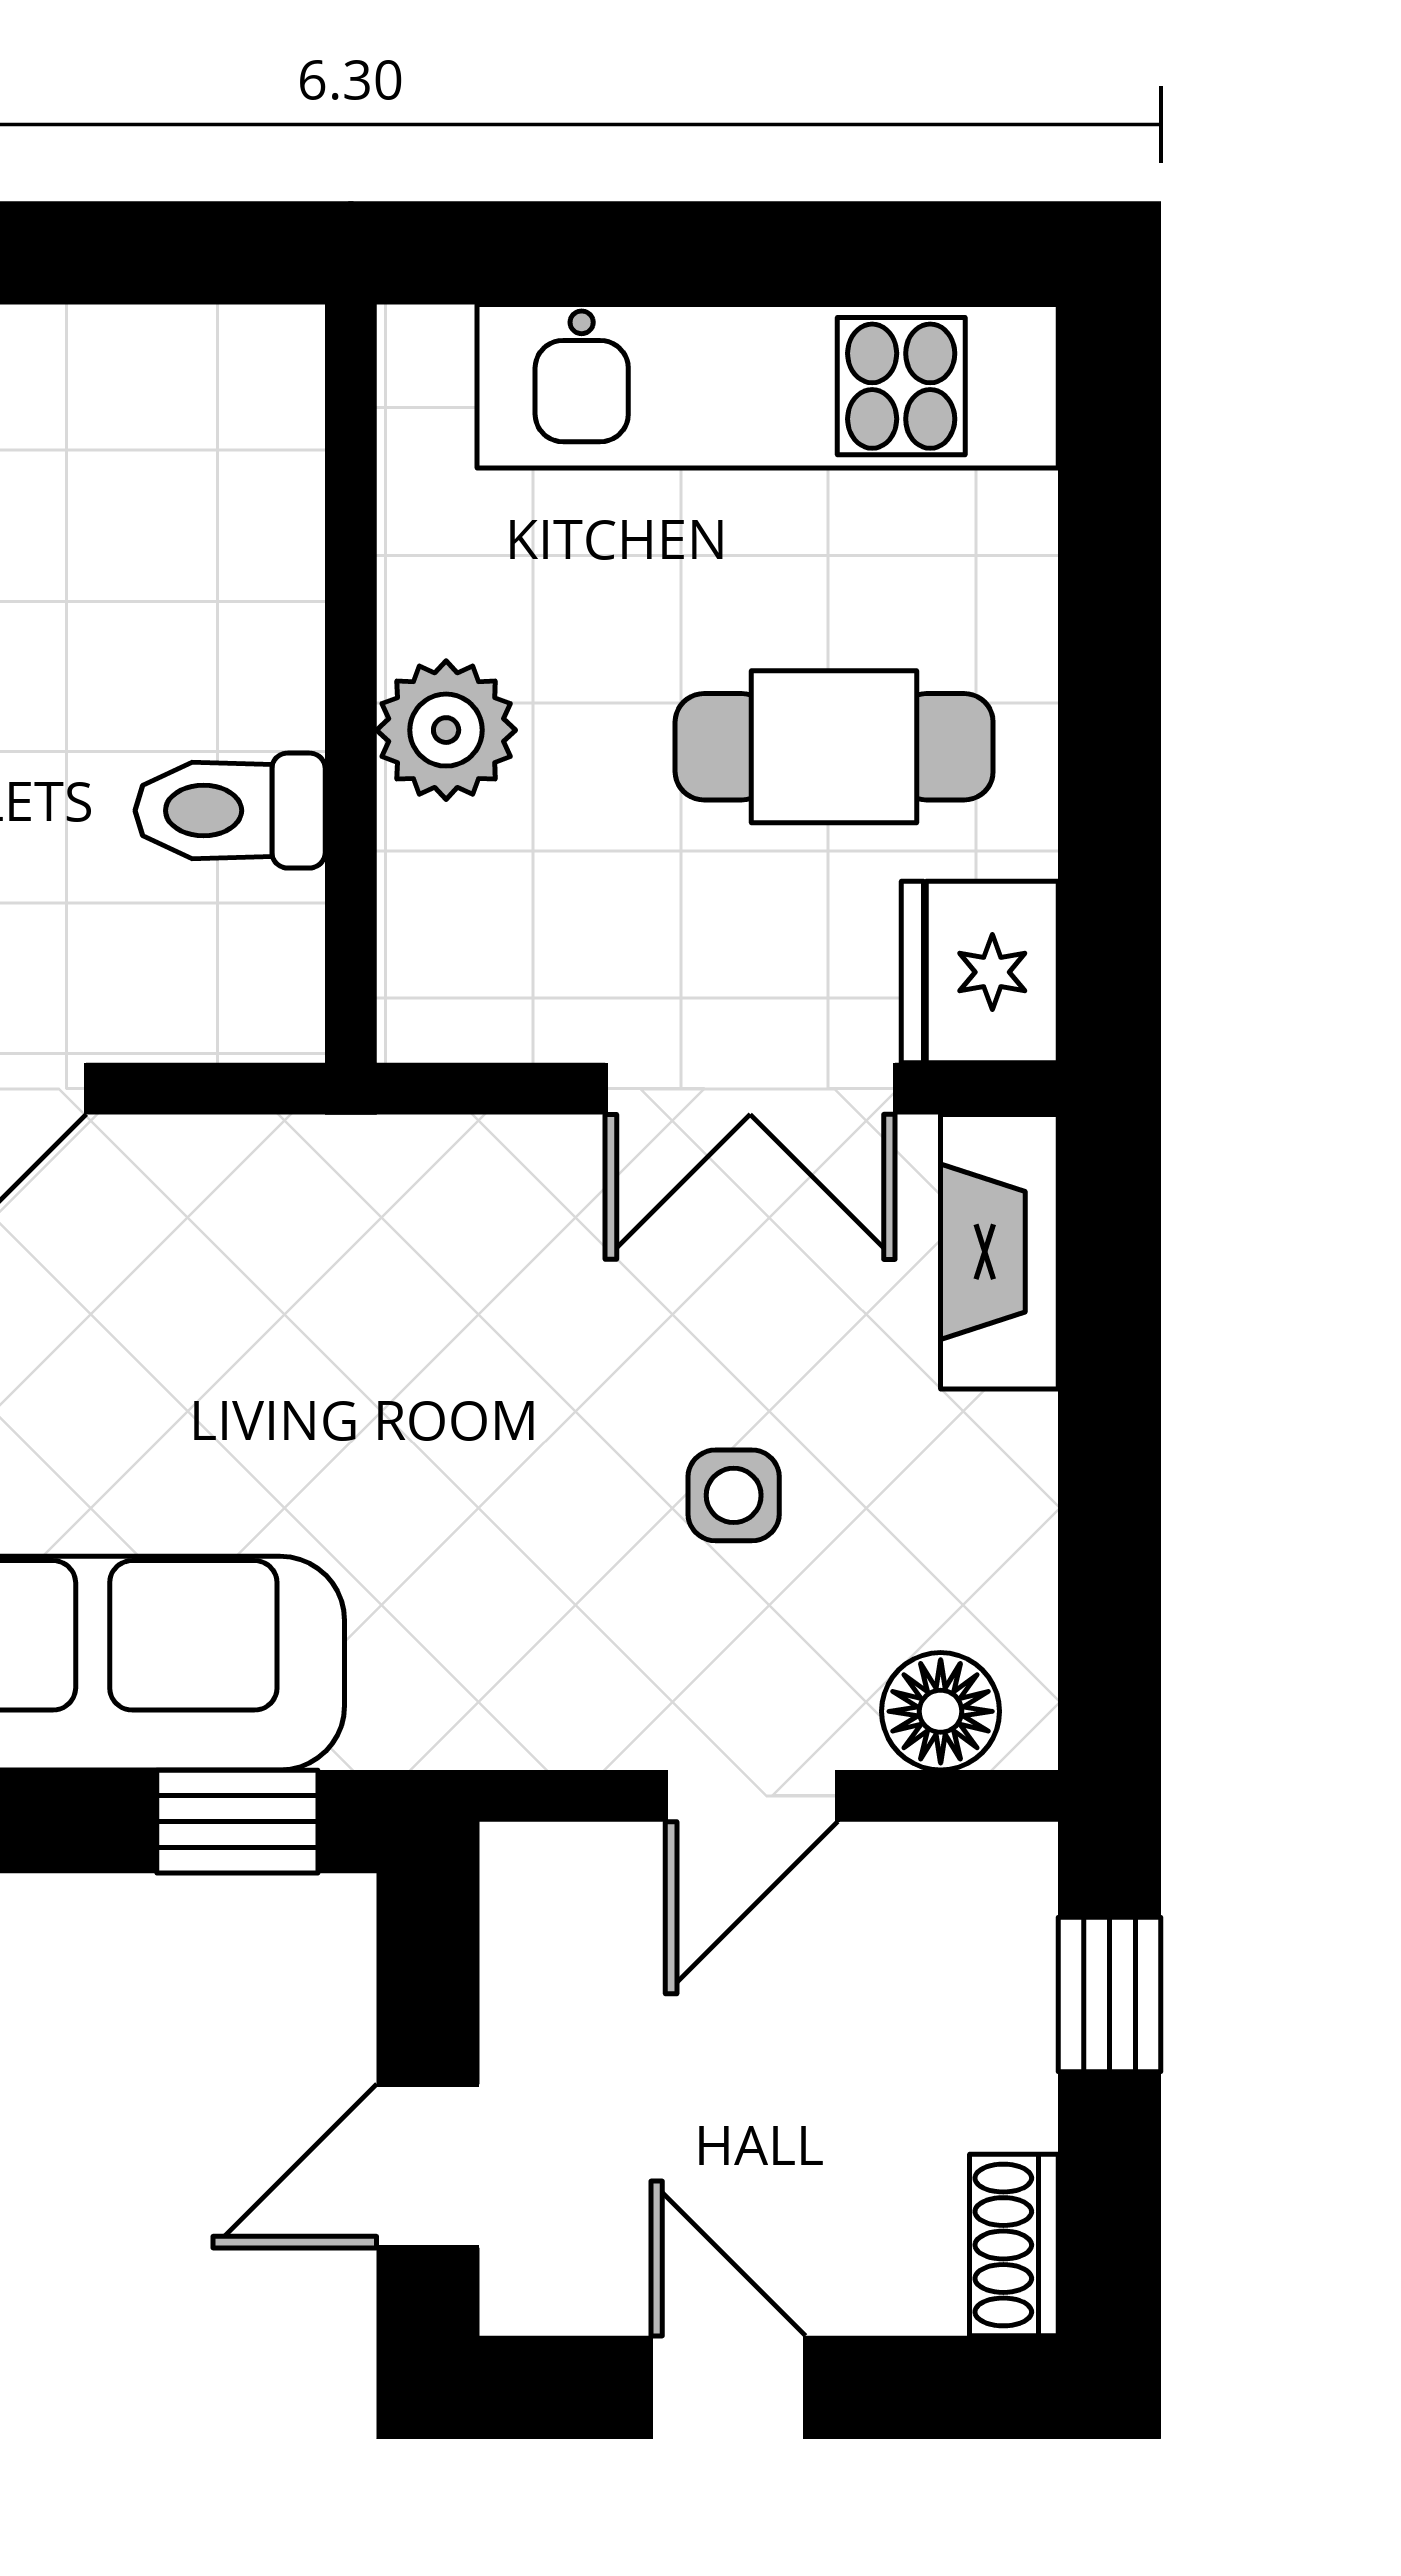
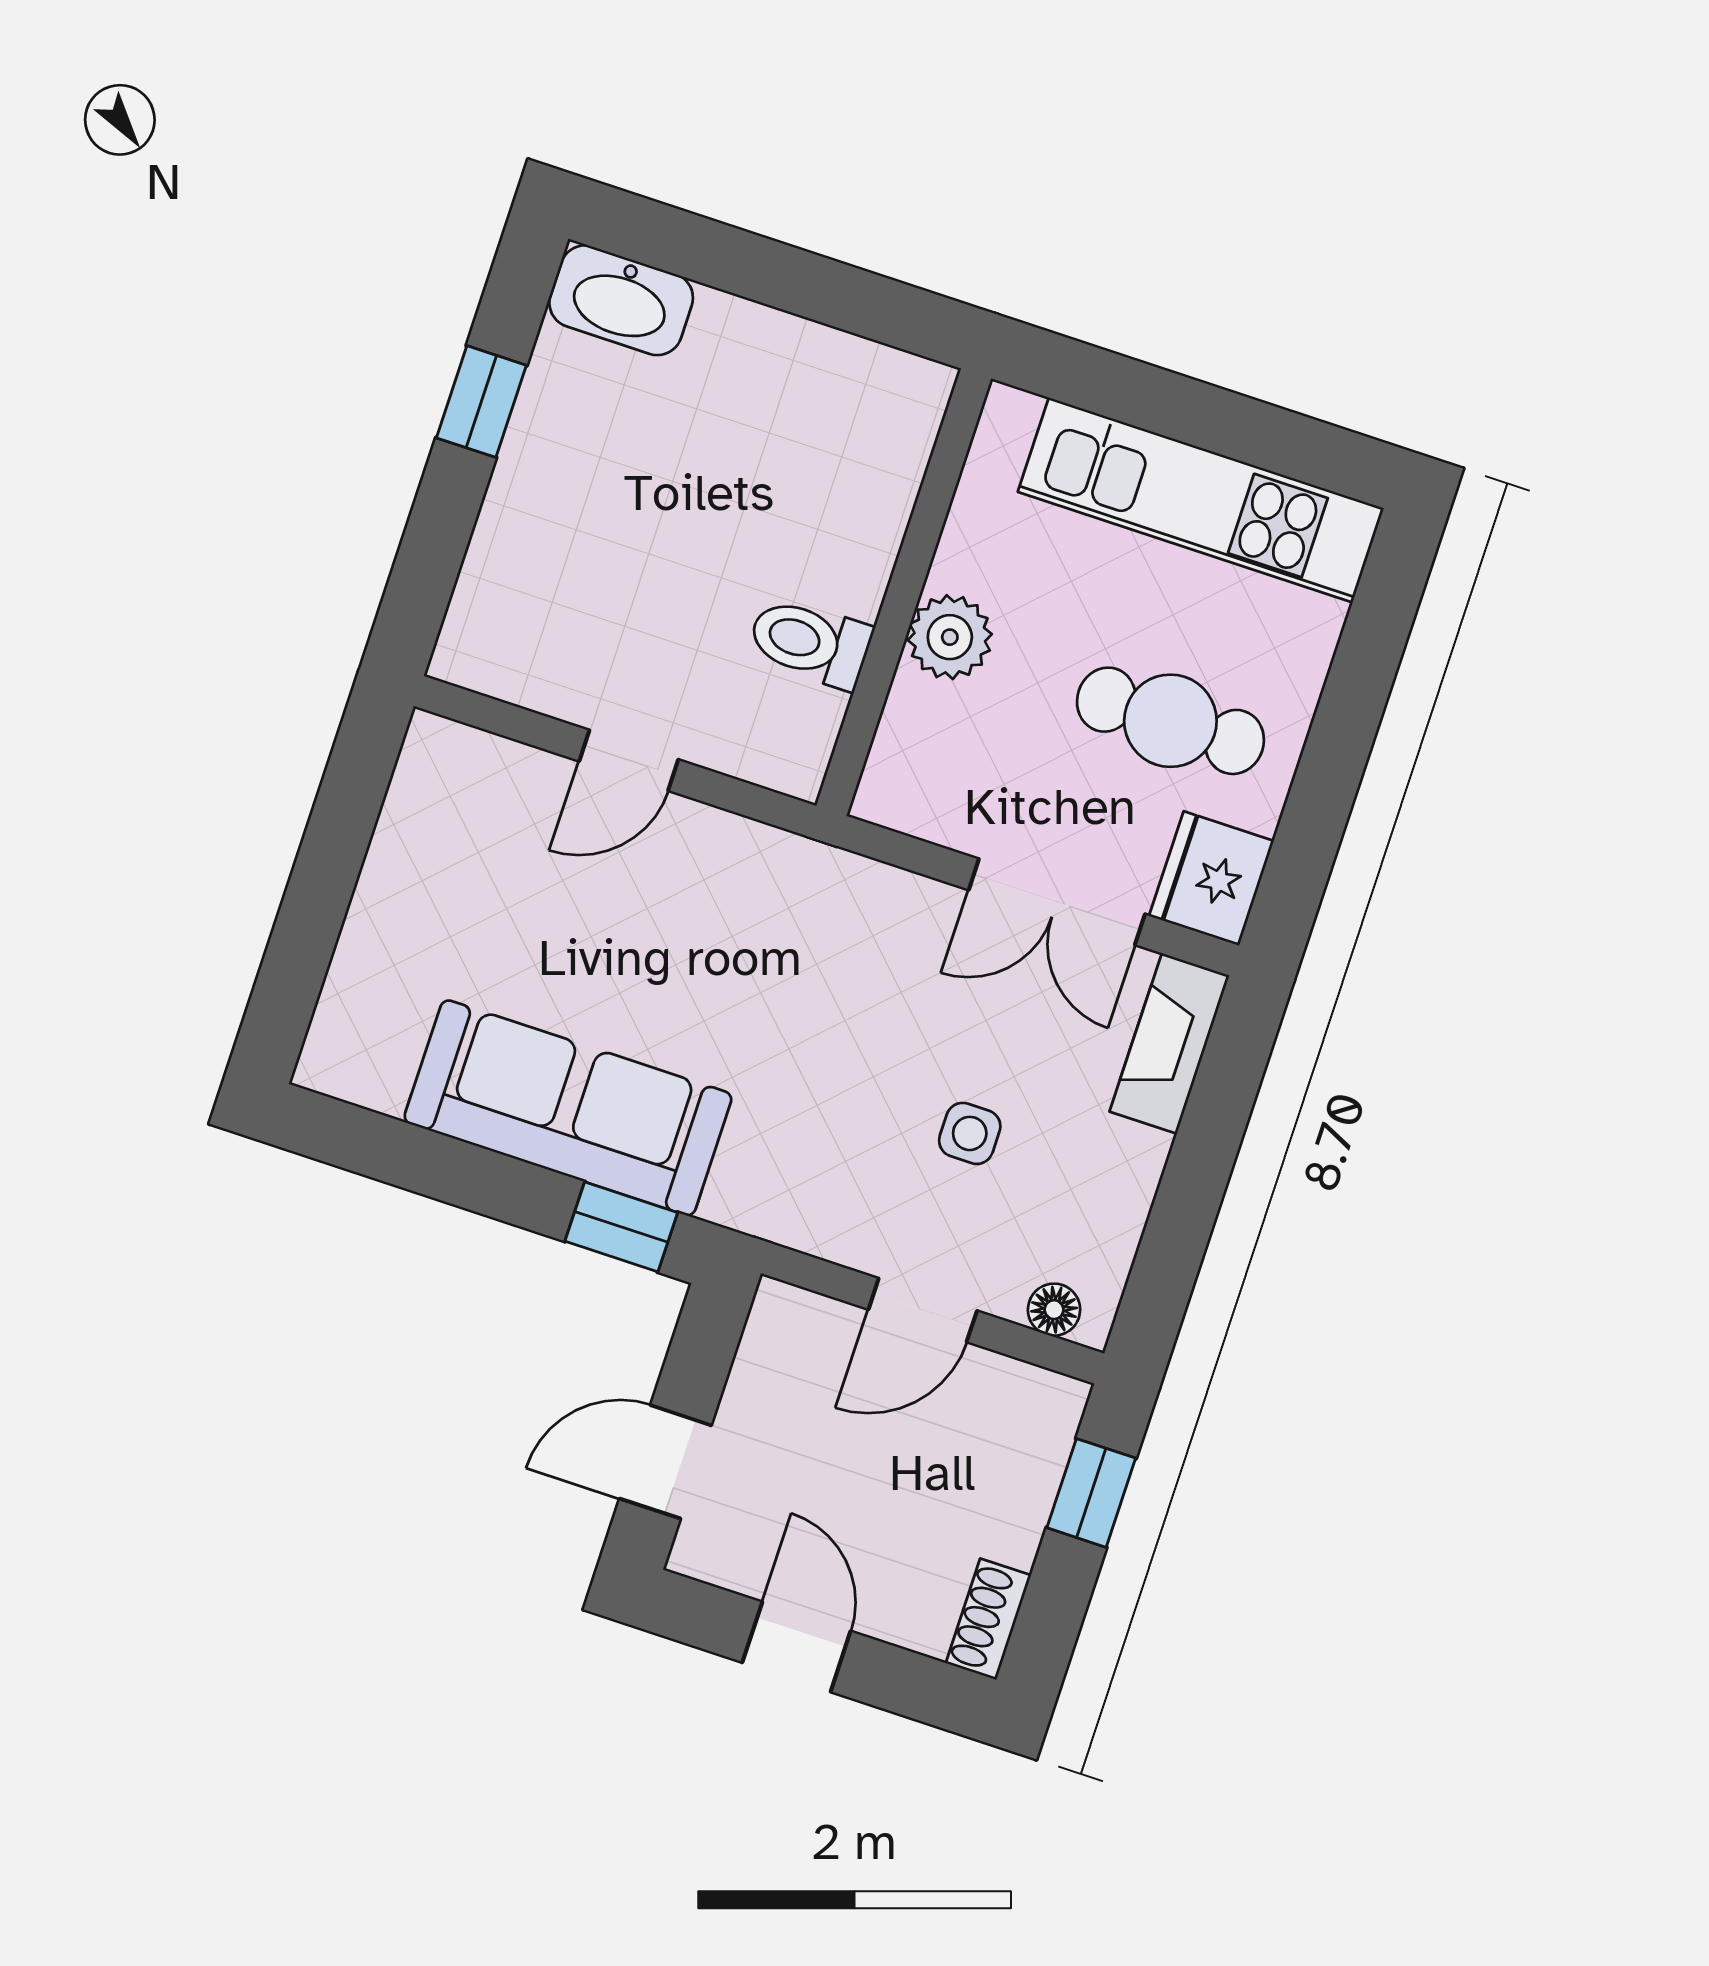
floor lamp: (941, 1711) -> (1054, 1310), width x0.73, depth x0.73

